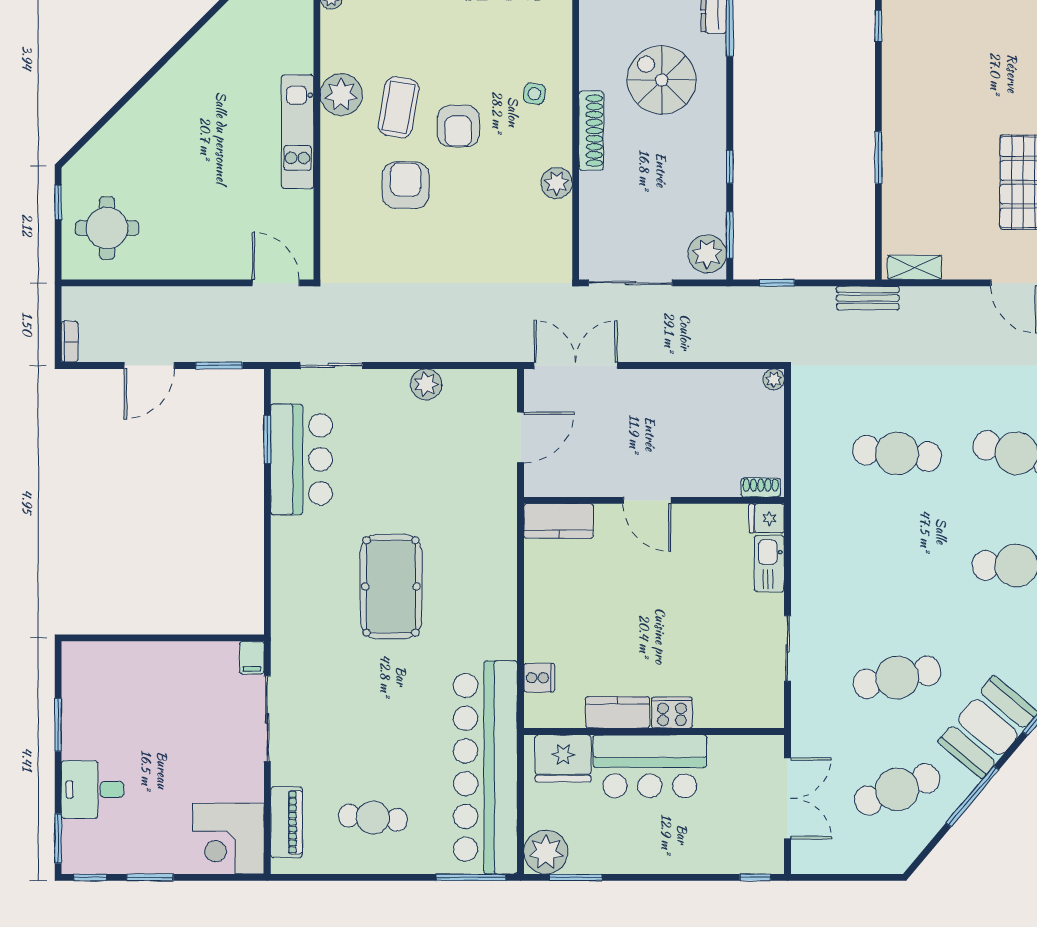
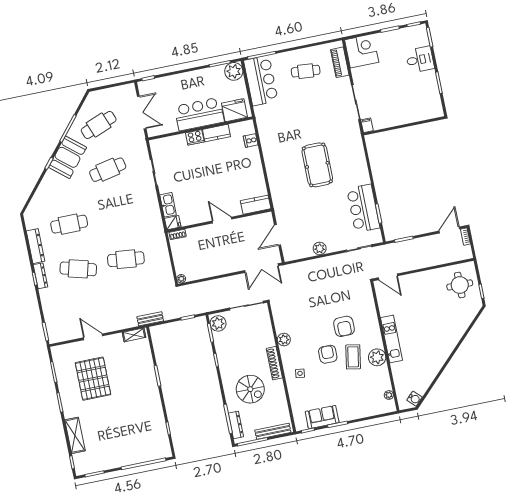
door: (149, 365) -> (449, 230), moved
bar counter: (485, 767) -> (261, 81), width x0.54
double door: (788, 798) -> (142, 113), swing flipped

